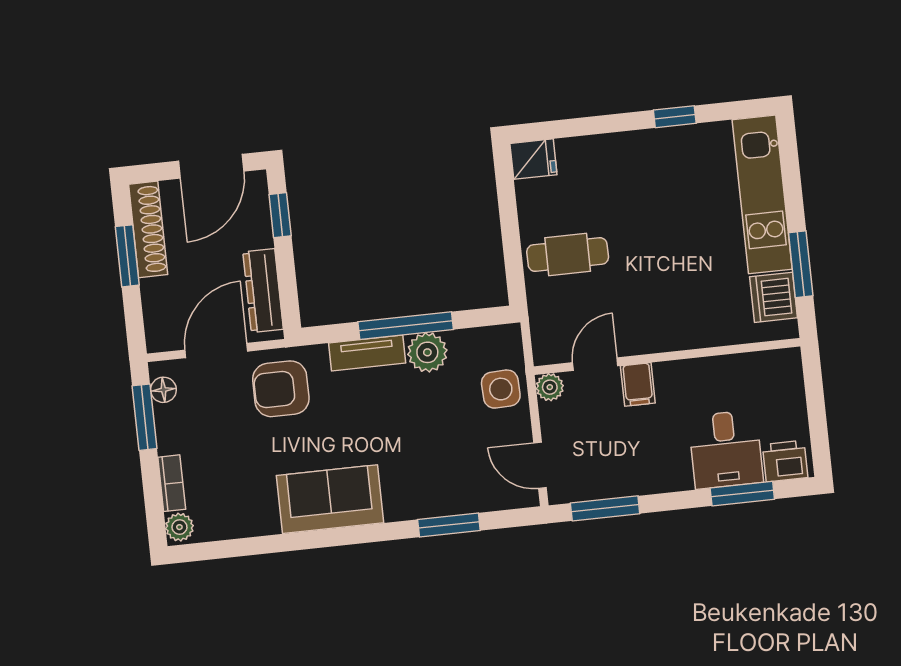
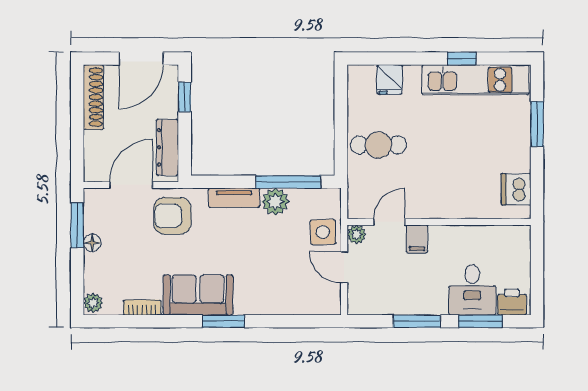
fridge: (533, 159) -> (389, 80), moved, turned 90
kitchen unit: (762, 194) -> (475, 80), moved, turned -90
window: (127, 256) -> (77, 114), removed
window: (801, 264) -> (537, 124), moved
window: (406, 326) -> (288, 182), moved
floor lamp: (163, 390) -> (92, 243), moved
door: (540, 465) -> (344, 267), moved
bookcase: (172, 483) -> (142, 308), moved, turned -90
window: (605, 508) -> (417, 321), moved
window: (449, 525) -> (223, 321), moved

